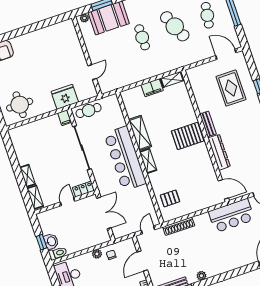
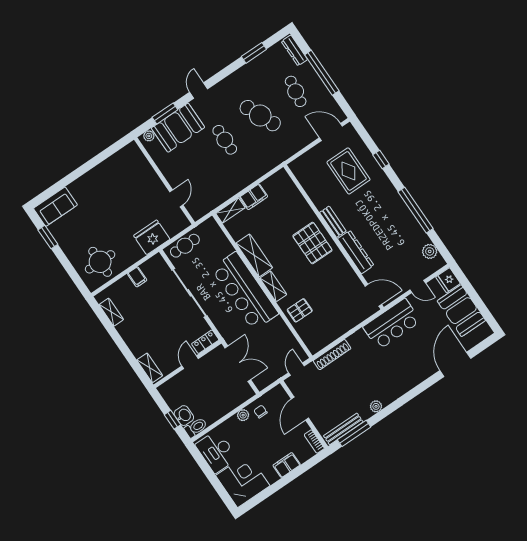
shelving: (172, 79) -> (230, 211), moved
filing cabinet: (65, 118) -> (137, 277), moved
pallet: (188, 136) -> (312, 243), turned 90
shelving: (28, 176) -> (111, 312), moved
pallet: (170, 198) -> (300, 310), moved

